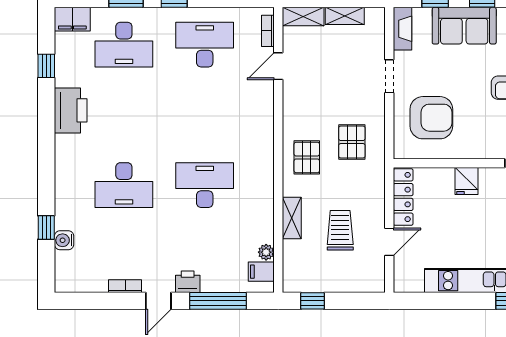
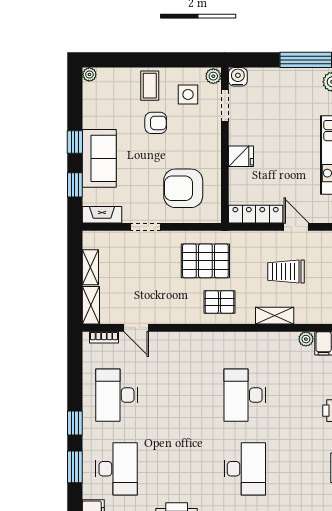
armchair: (431, 118) -> (183, 188), turned -90
pallet: (352, 142) -> (205, 261), width x1.50, depth x1.42

